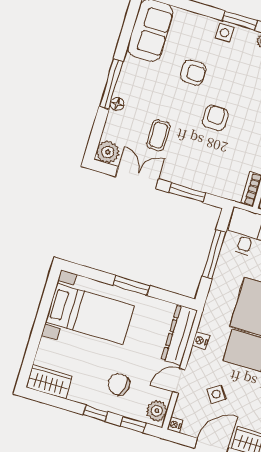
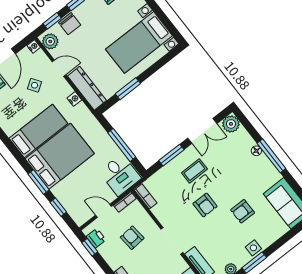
coffee table: (158, 135) -> (194, 171), moved, turned 90
window: (131, 285) -> (128, 89), moved
door: (179, 381) -> (59, 68), hinge flipped
chair: (119, 384) -> (70, 24), moved, turned 78

